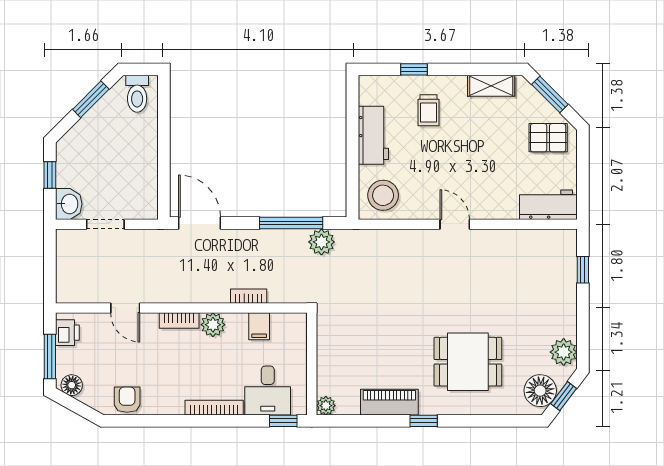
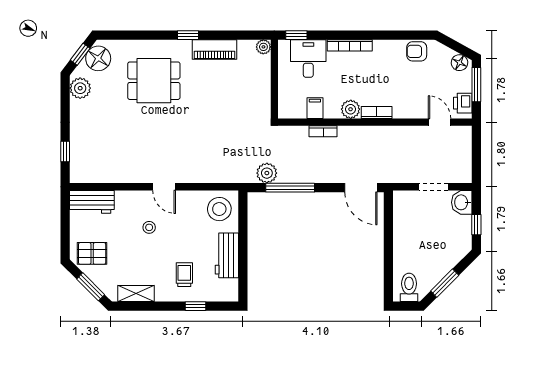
stool: (474, 172) -> (149, 227), added
door: (125, 308) -> (440, 122), moved
armchair: (127, 400) -> (417, 51), turned 90

